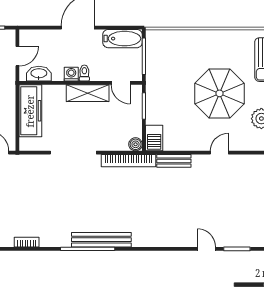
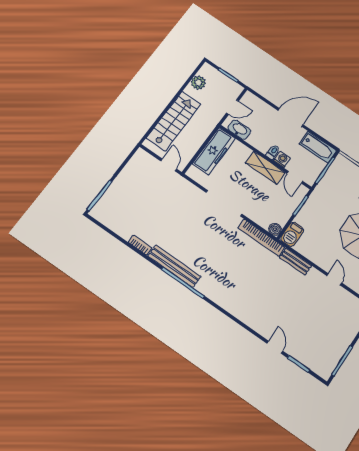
washing machine: (71, 74) -> (282, 159), moved
door: (219, 153) -> (334, 279), hinge flipped
bench: (101, 240) -> (174, 266), moved

